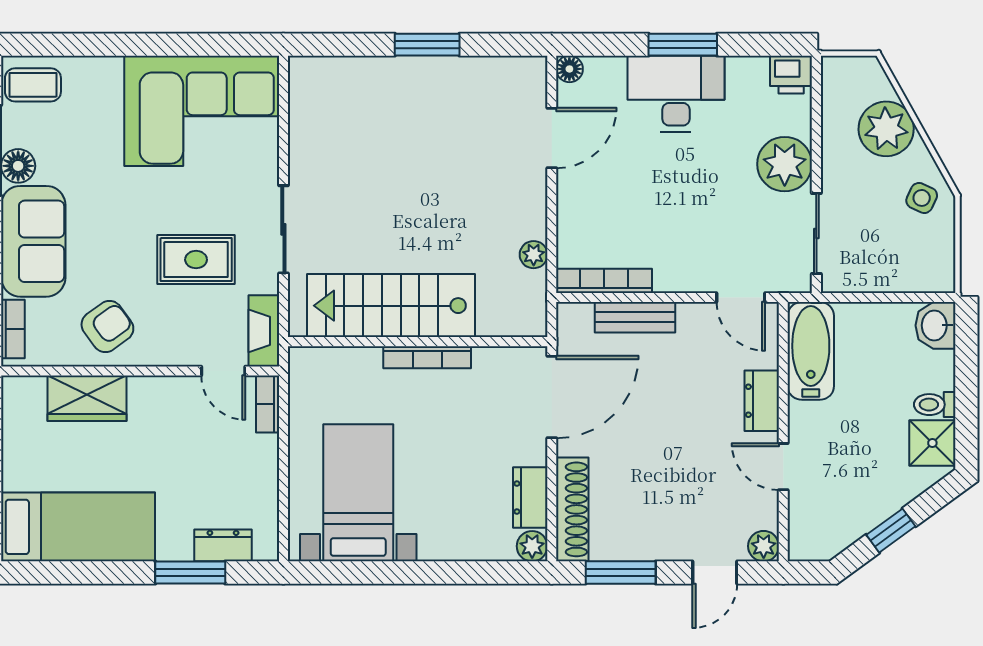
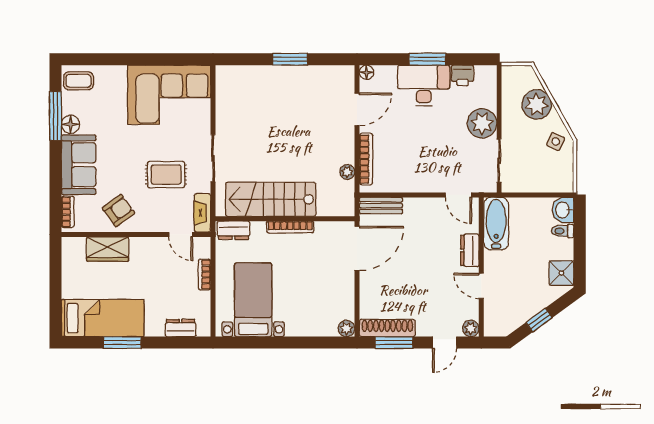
printer: (791, 75) -> (463, 75), moved
bookcase: (604, 281) -> (366, 159), moved, turned 90
bench: (635, 317) -> (381, 206), moved
bookcase: (268, 404) -> (204, 274), moved
toilet: (935, 405) -> (563, 231), moved
dresser: (530, 498) -> (233, 230), moved, turned -90
shoe rack: (572, 509) -> (387, 328), moved, turned -90
window: (190, 572) -> (122, 343), moved

